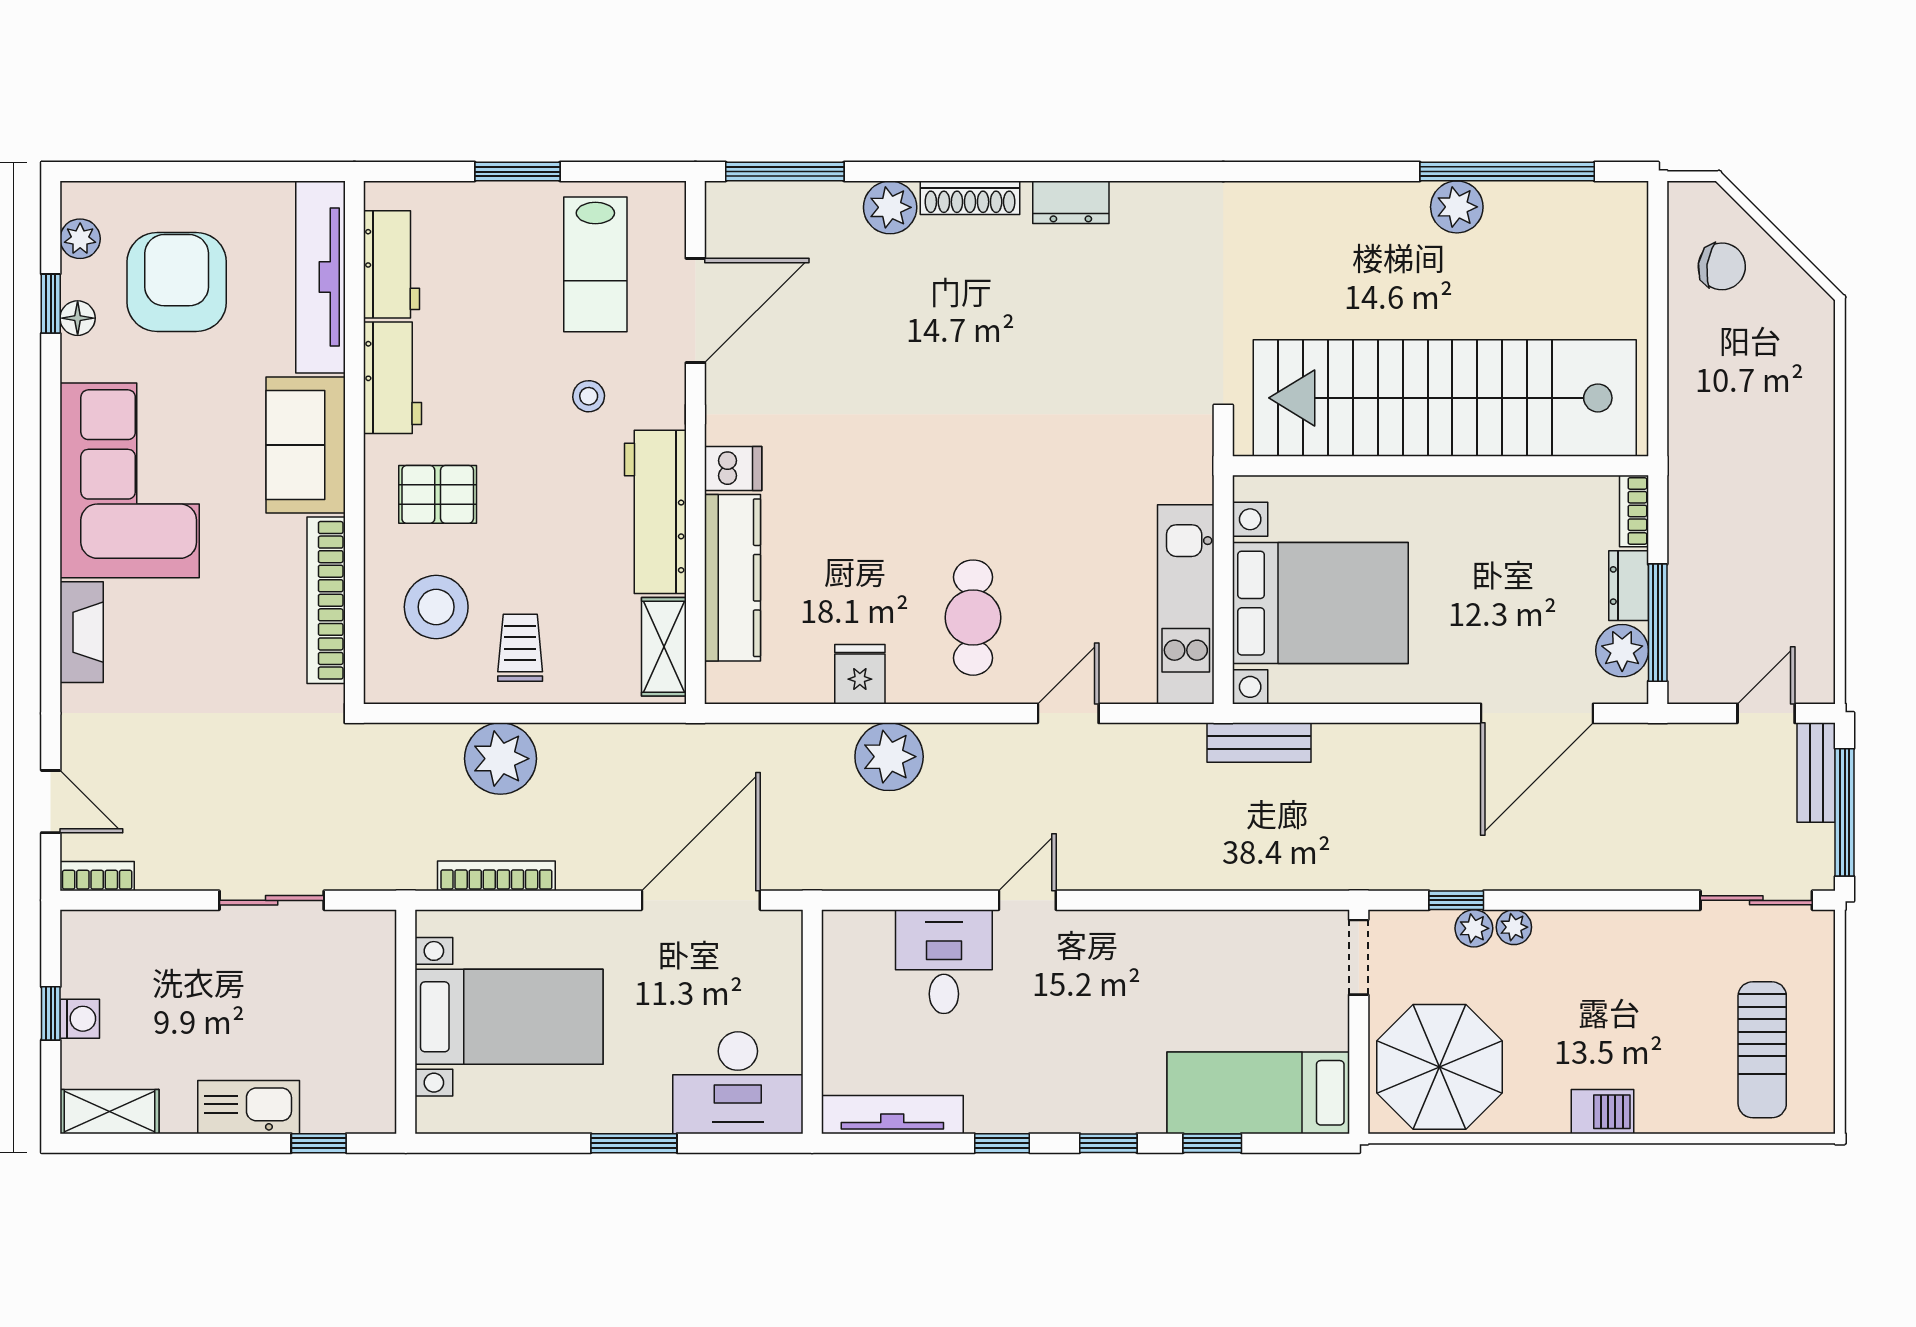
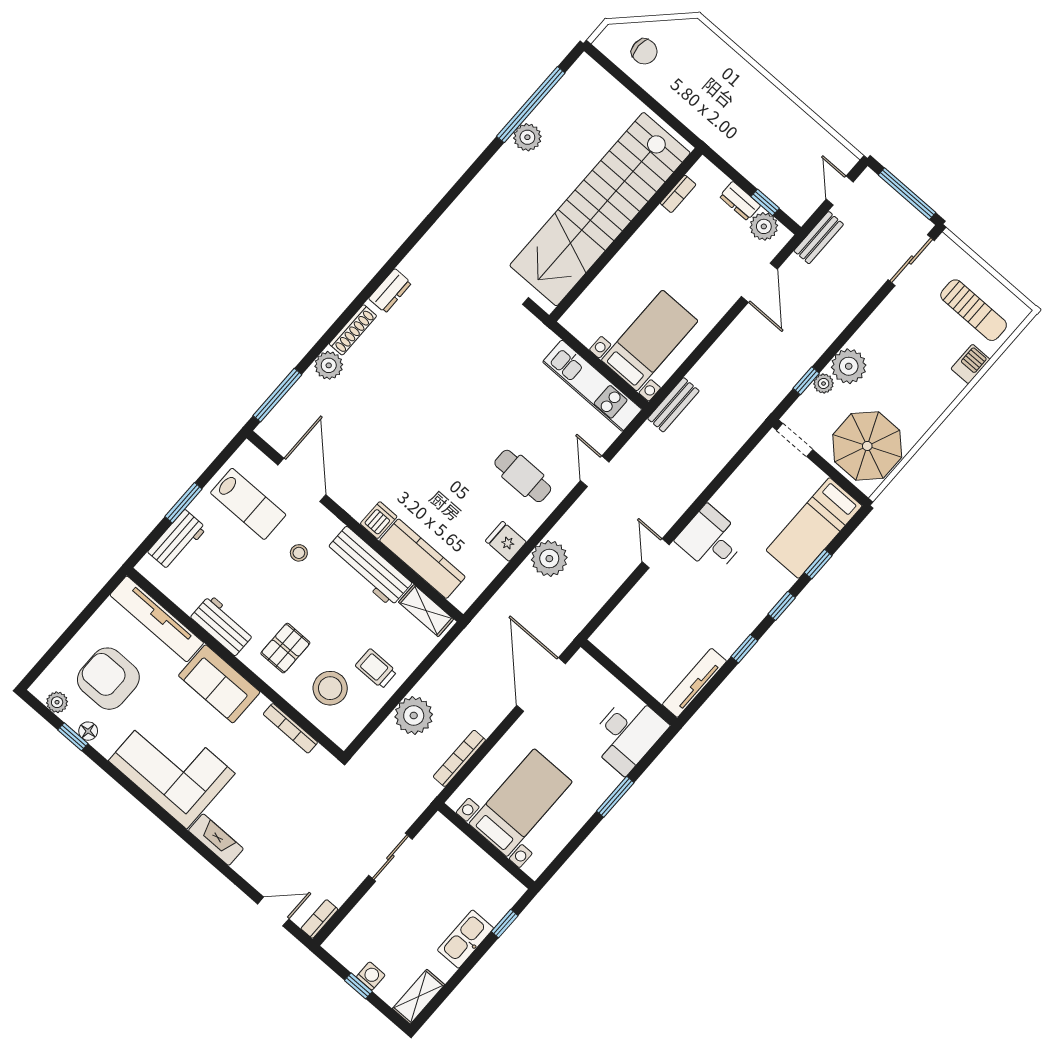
workbench: (391, 264) -> (177, 540), moved, turned 90
chair: (1722, 266) -> (644, 52), turned 82
bookcase: (1634, 511) -> (678, 194), moved, turned -90
bookcase: (326, 600) -> (290, 728), width x0.68, depth x0.76
bed with nightstands: (1320, 603) -> (650, 341), width x0.73
window: (1658, 623) -> (765, 202), width x0.46
door: (1537, 713) -> (759, 283), width x0.73
bench: (1816, 773) -> (819, 238), moved, turned 90
plant: (1514, 927) -> (849, 366), width x1.87, depth x1.87
desk: (944, 962) -> (711, 540), moved
barbecue: (1602, 1112) -> (970, 364), moved

